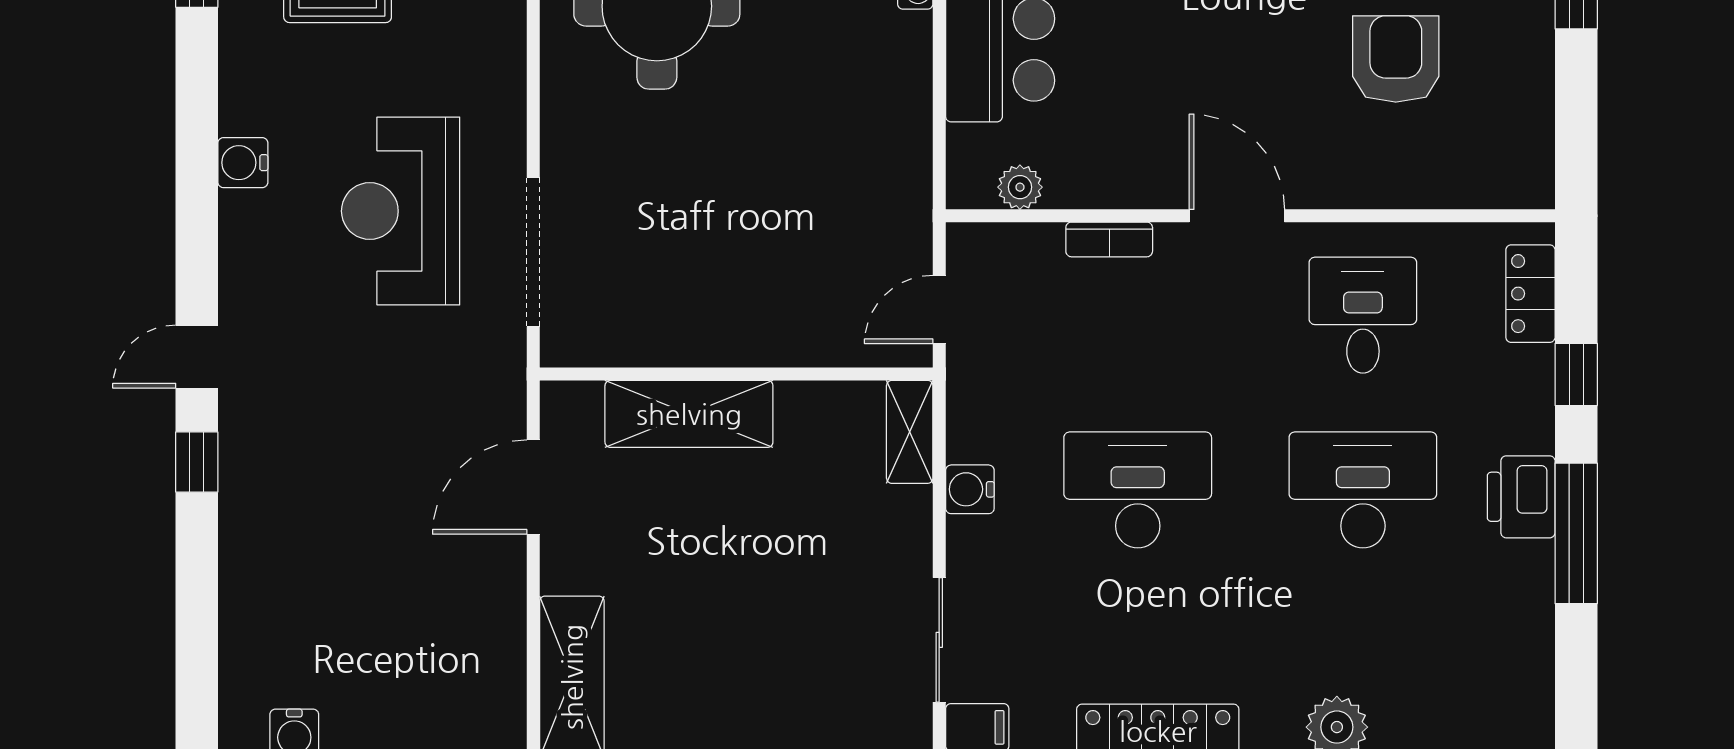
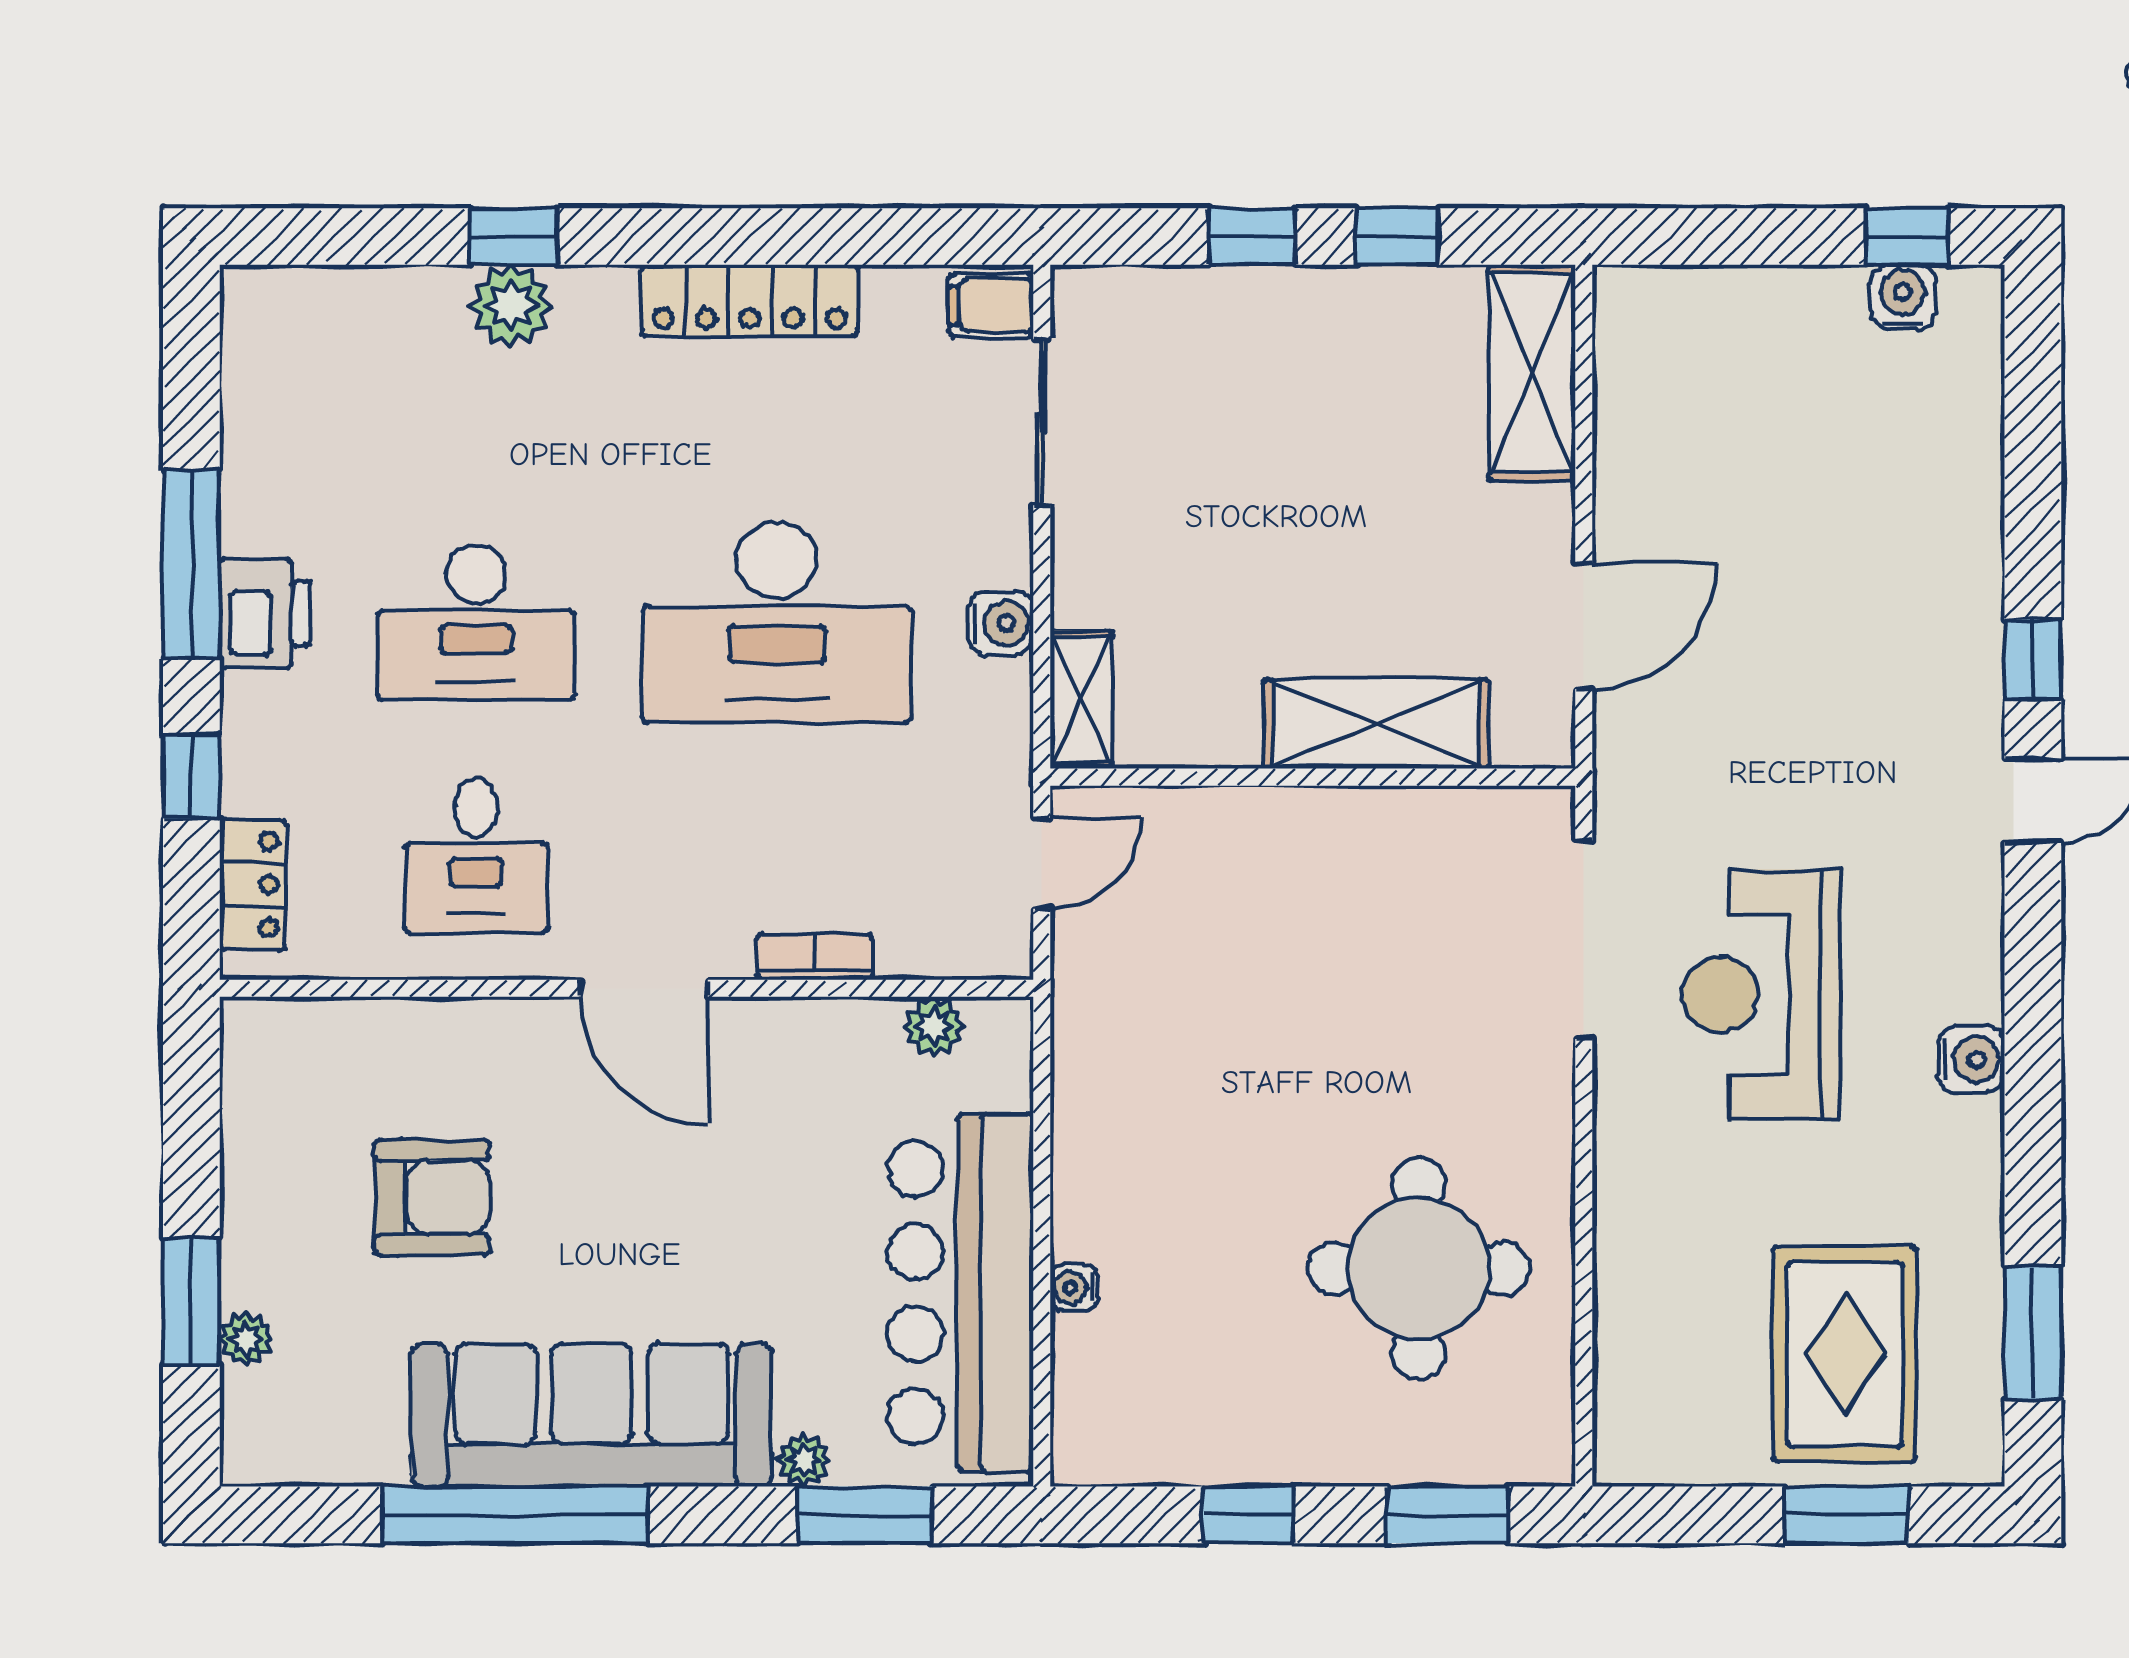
armchair: (1396, 59) -> (432, 1198), turned -90
reception desk: (401, 211) -> (1761, 995), turned 180
desk: (1138, 490) -> (777, 622), width x1.36, depth x1.30

